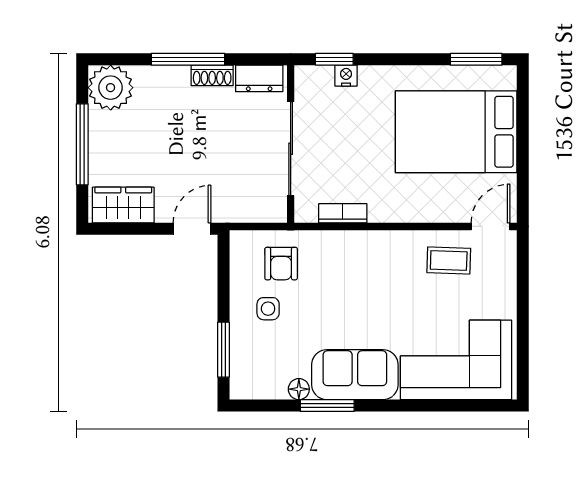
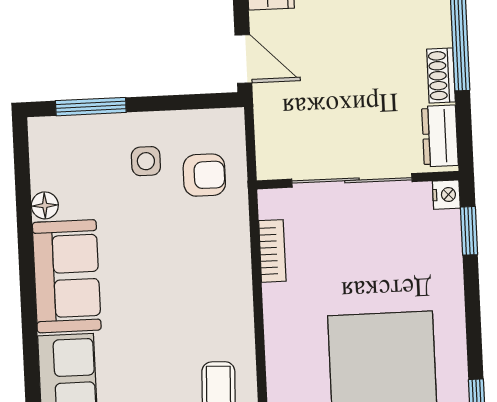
nightstand: (346, 76) -> (446, 195), moved
armchair: (281, 264) -> (204, 175), turned 180
window: (327, 406) -> (26, 243), removed

